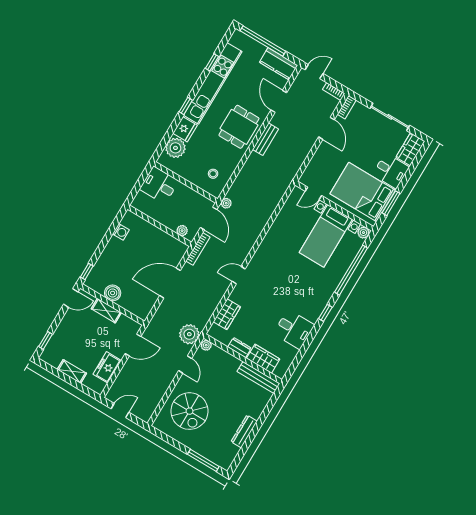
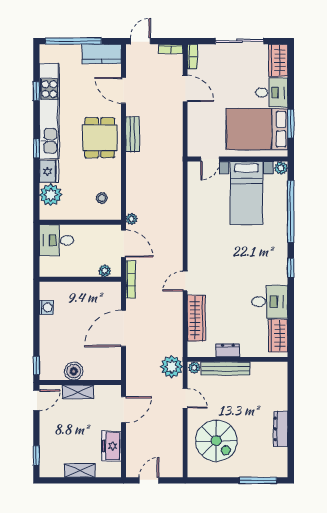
wardrobe: (227, 314) -> (196, 318), width x1.50
wardrobe: (263, 359) -> (278, 336), moved, turned -90
bench: (259, 377) -> (226, 368), moved

